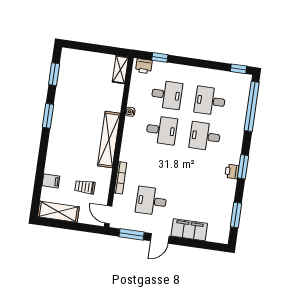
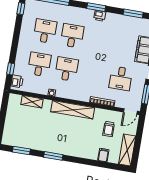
shelving: (120, 70) -> (32, 102), moved
desk: (210, 101) -> (45, 31), turned 180
desk: (205, 136) -> (72, 36), turned 180

